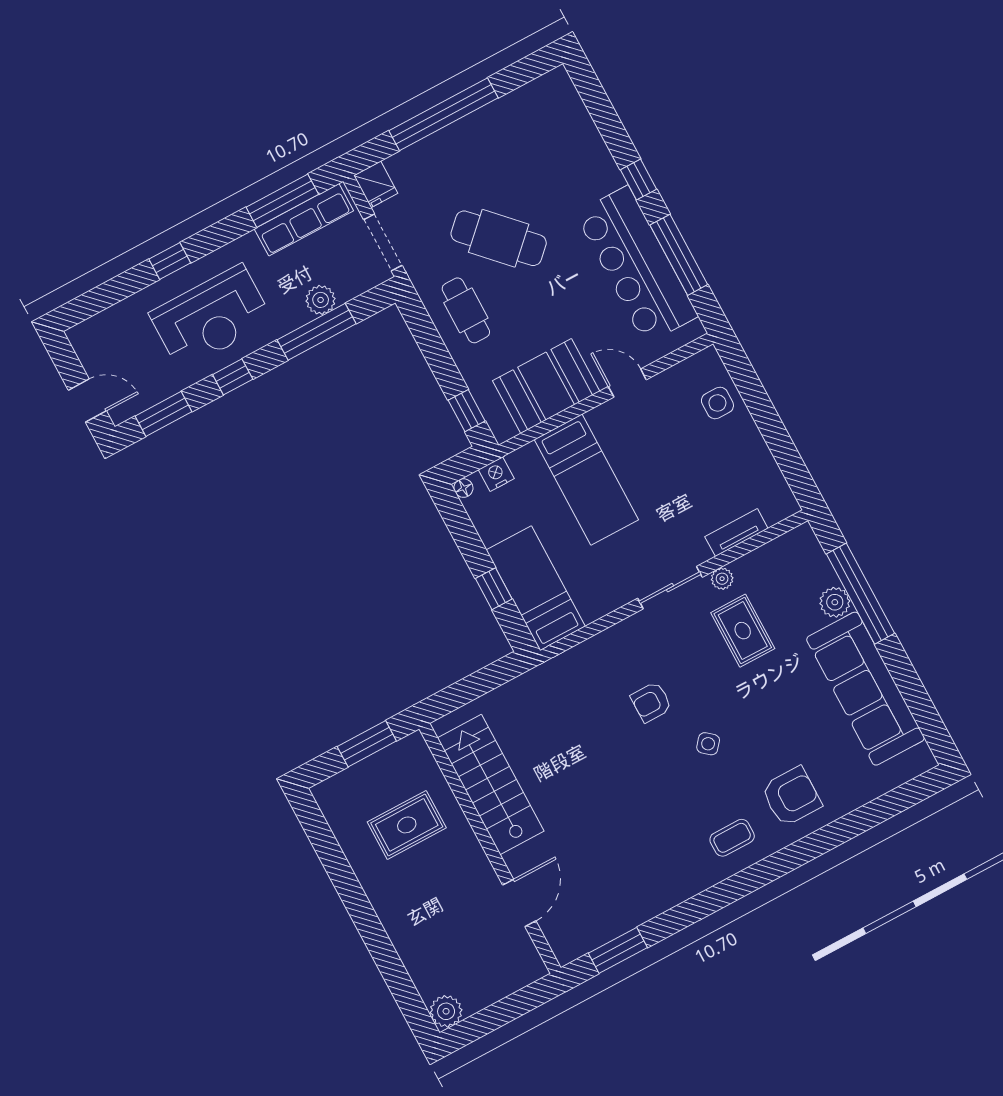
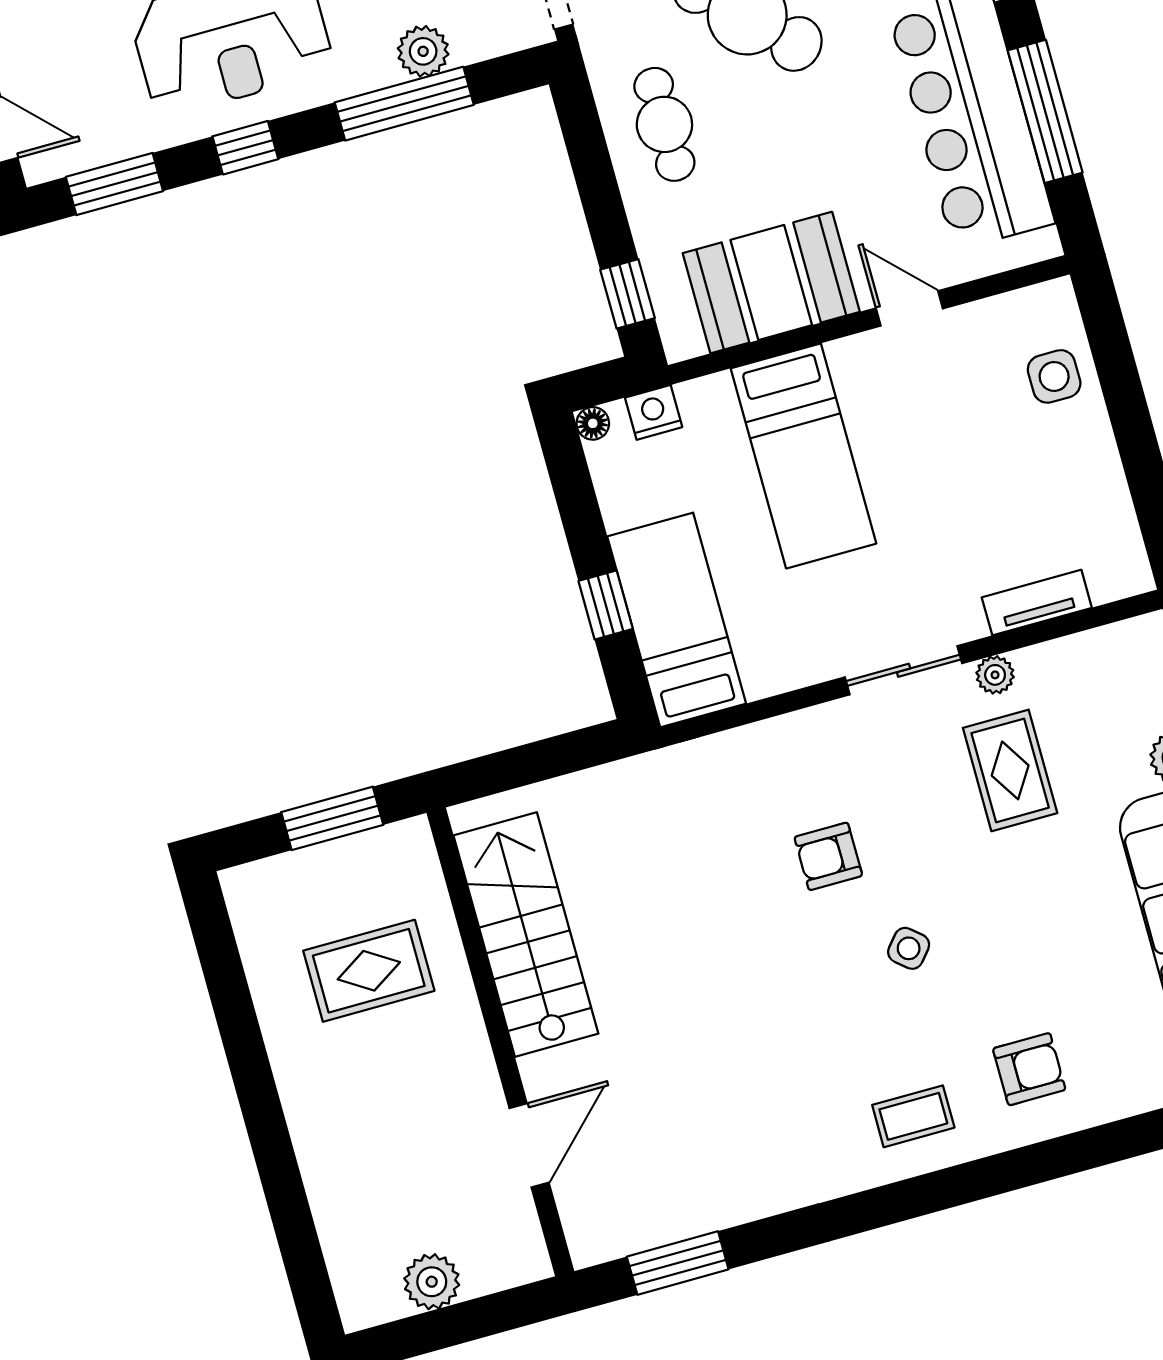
armchair: (791, 796) -> (1029, 1069), width x0.72, depth x0.72
plant: (446, 1011) -> (432, 1282), moved

